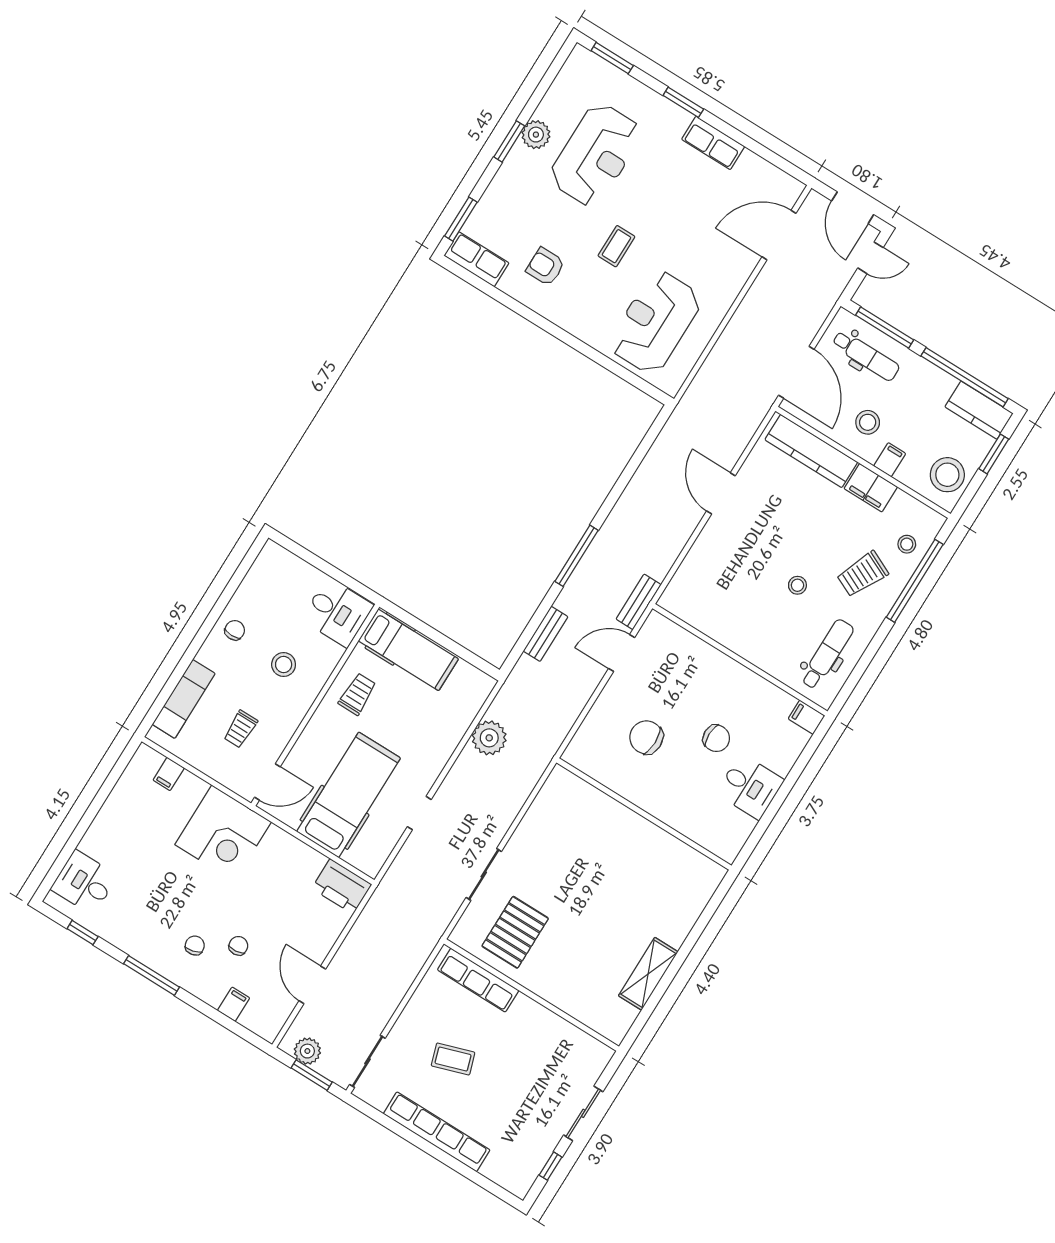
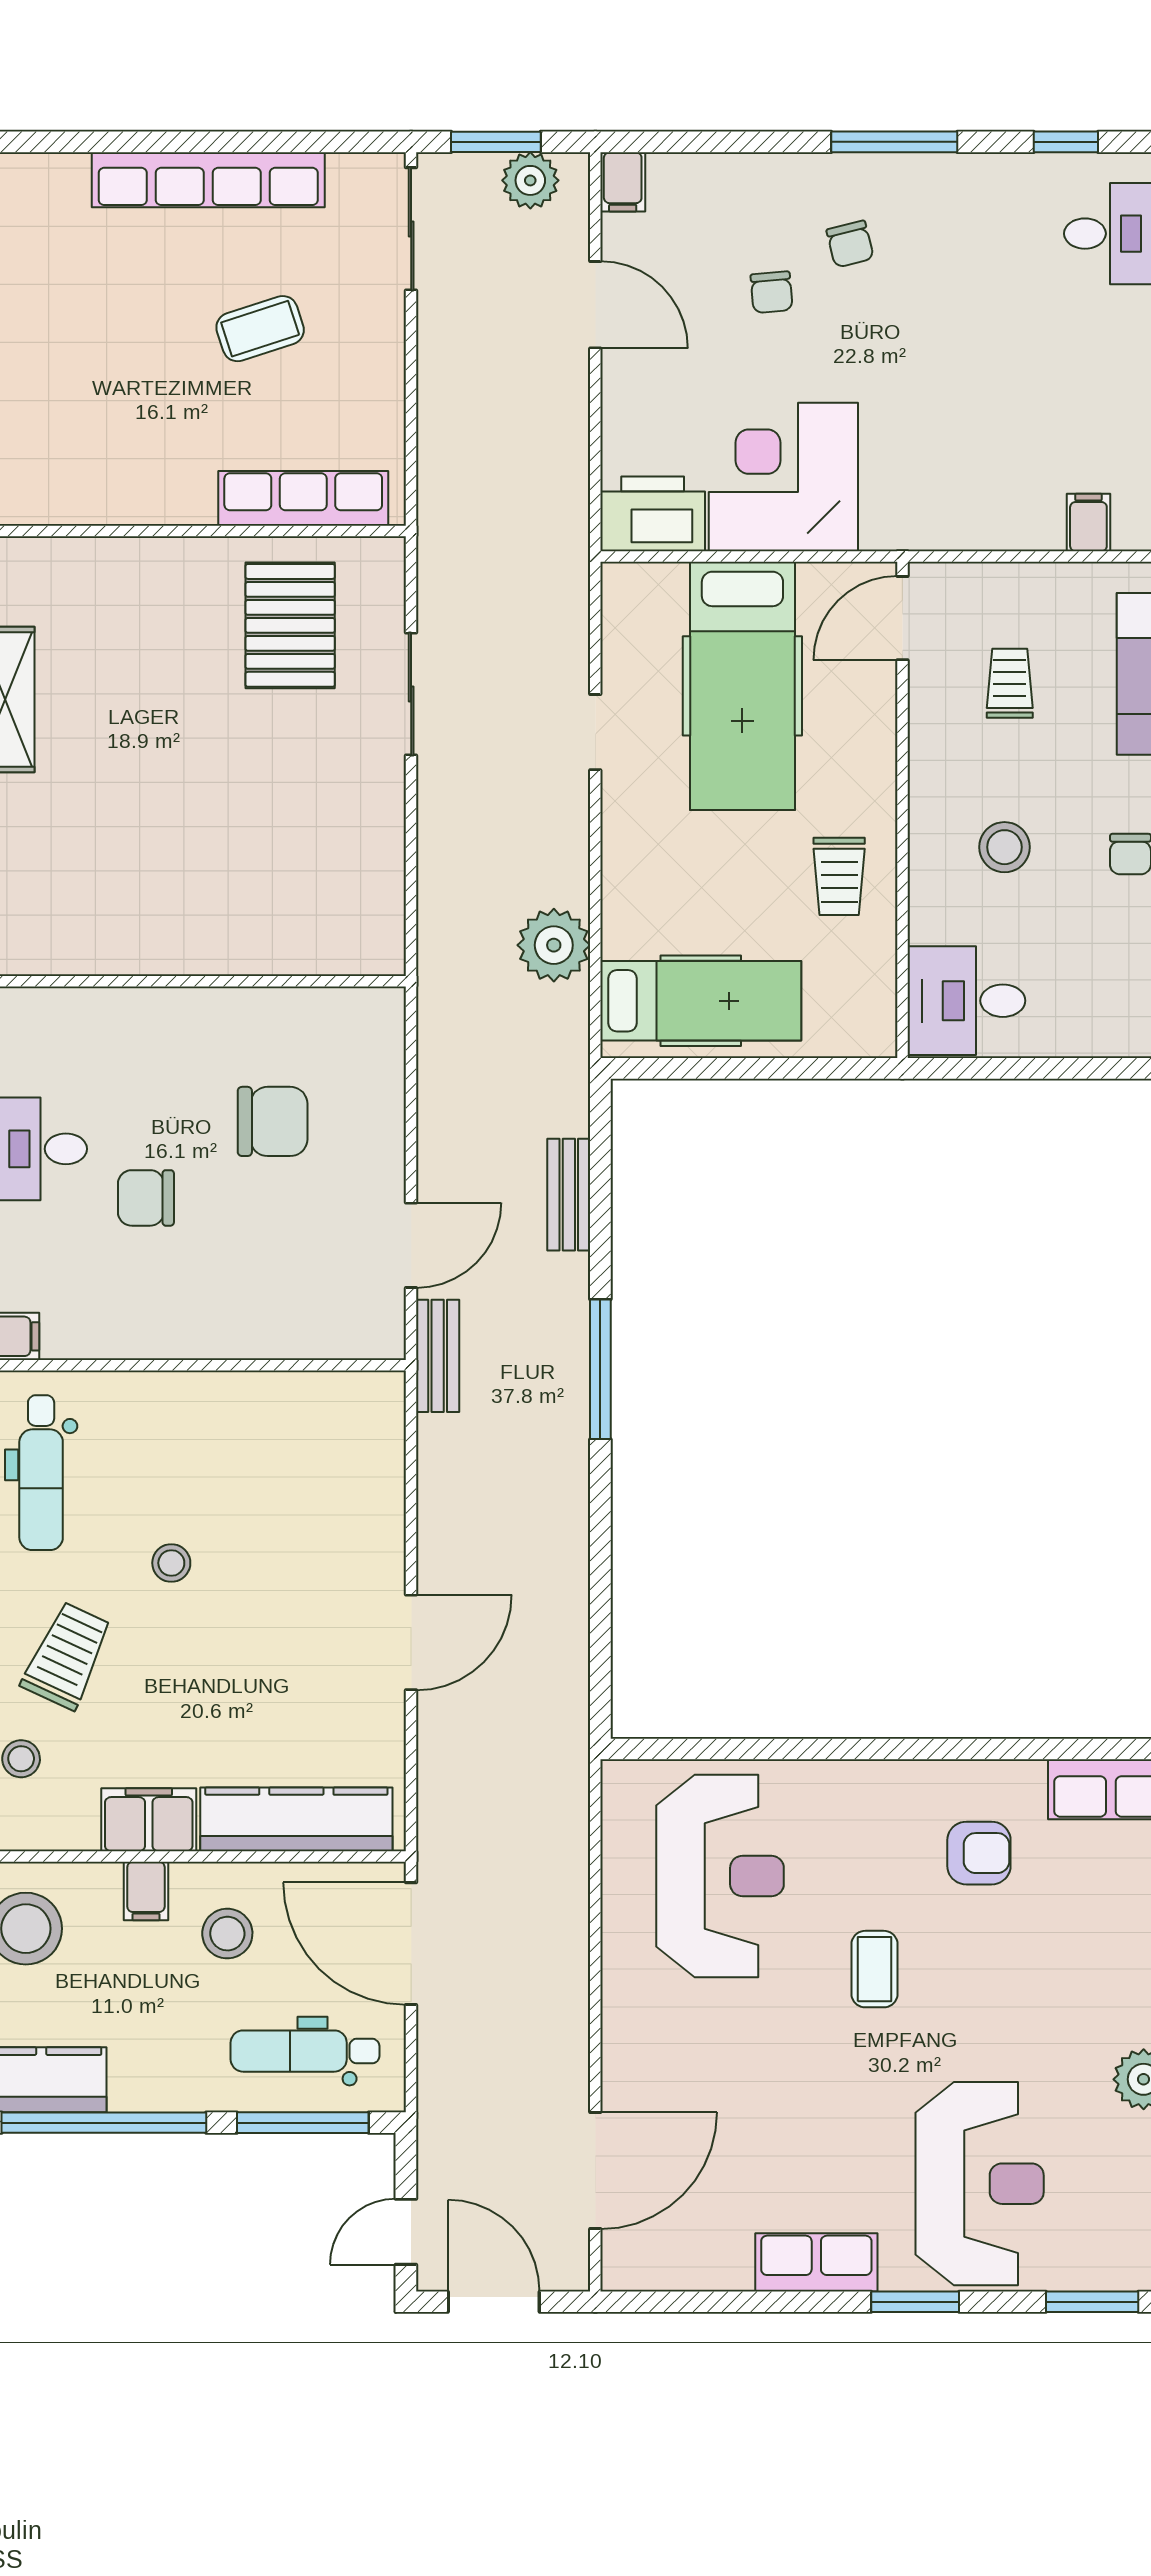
reception desk: (596, 155) -> (980, 2184), moved, turned 180
door: (721, 493) -> (411, 1642), hinge flipped
hospital bed: (408, 650) -> (701, 1001), moved, turned 180
corner desk: (223, 833) -> (783, 477), moved
filing cabinet: (234, 1004) -> (623, 182), moved

